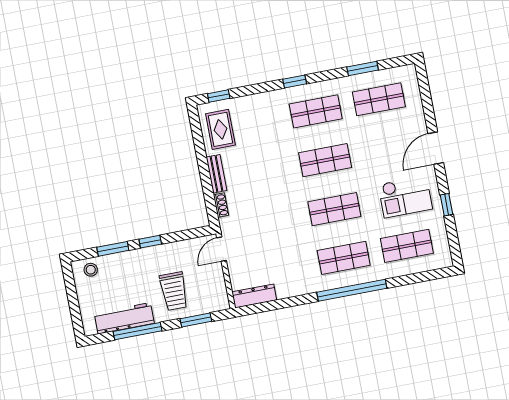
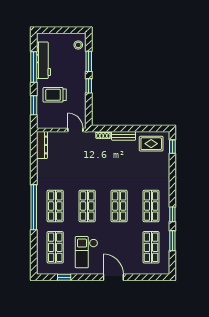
window: (295, 81) -> (172, 214), moved
window: (447, 205) -> (64, 277), moved

